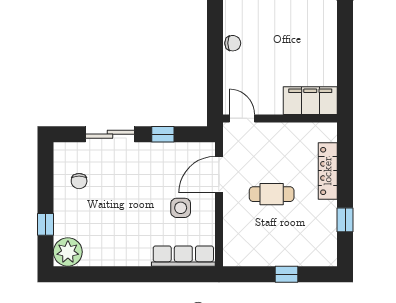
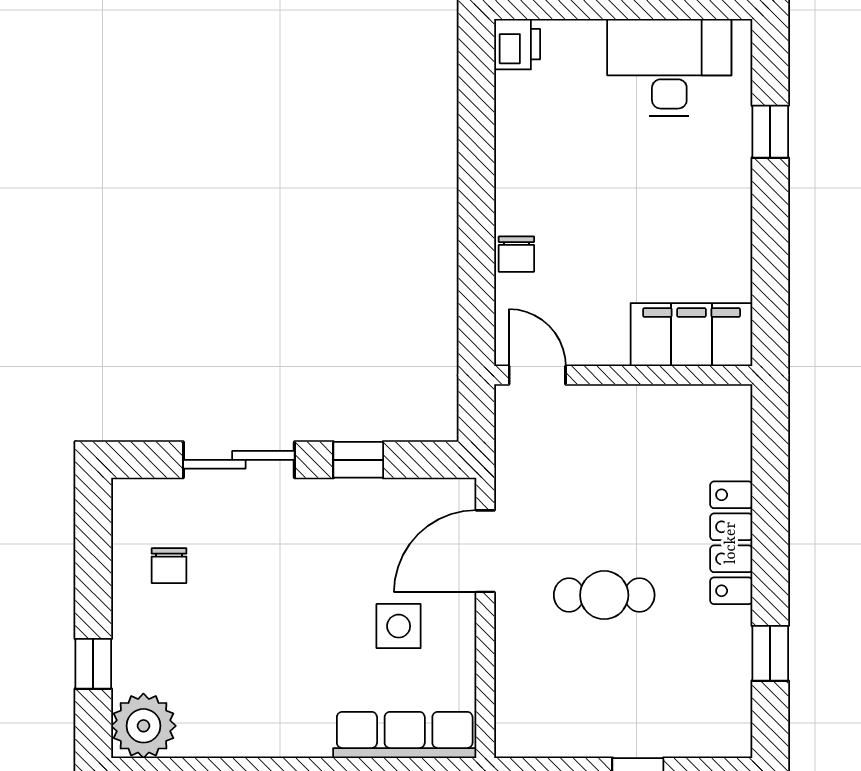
chair: (233, 43) -> (516, 254), turned 90
filing cabinet: (310, 101) -> (692, 335), moved
door: (242, 118) -> (537, 375), moved
wall: (280, 118) -> (623, 375), moved

